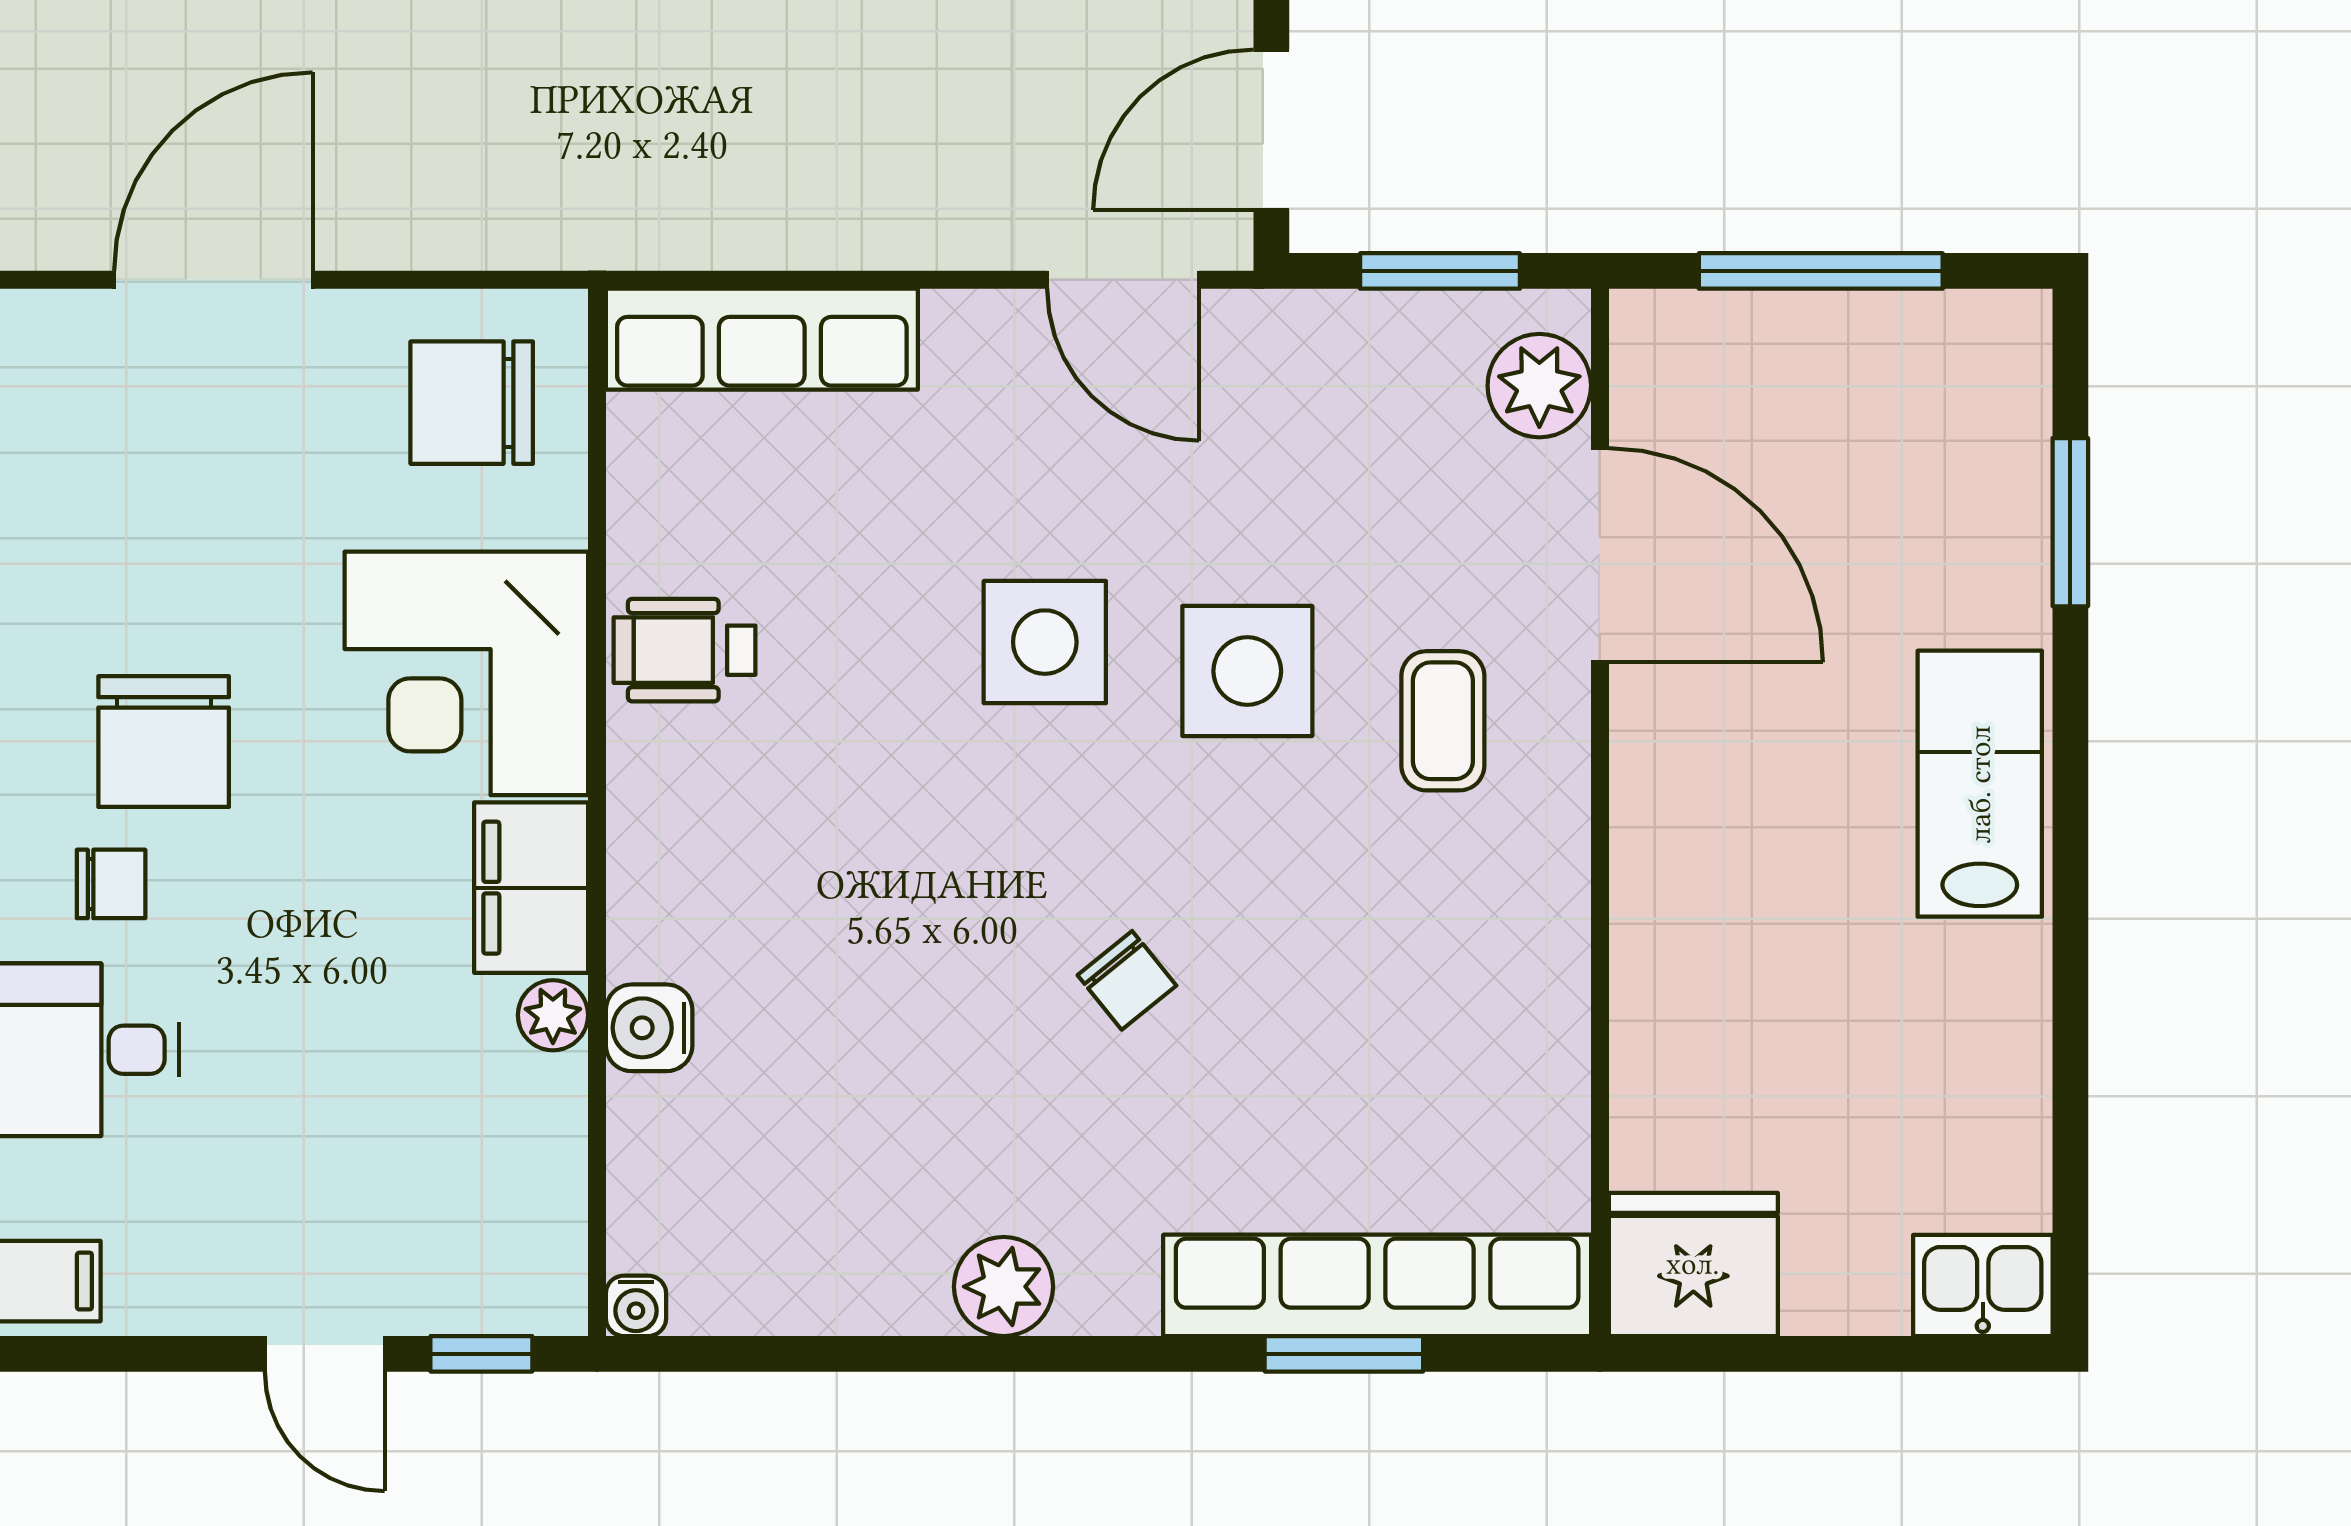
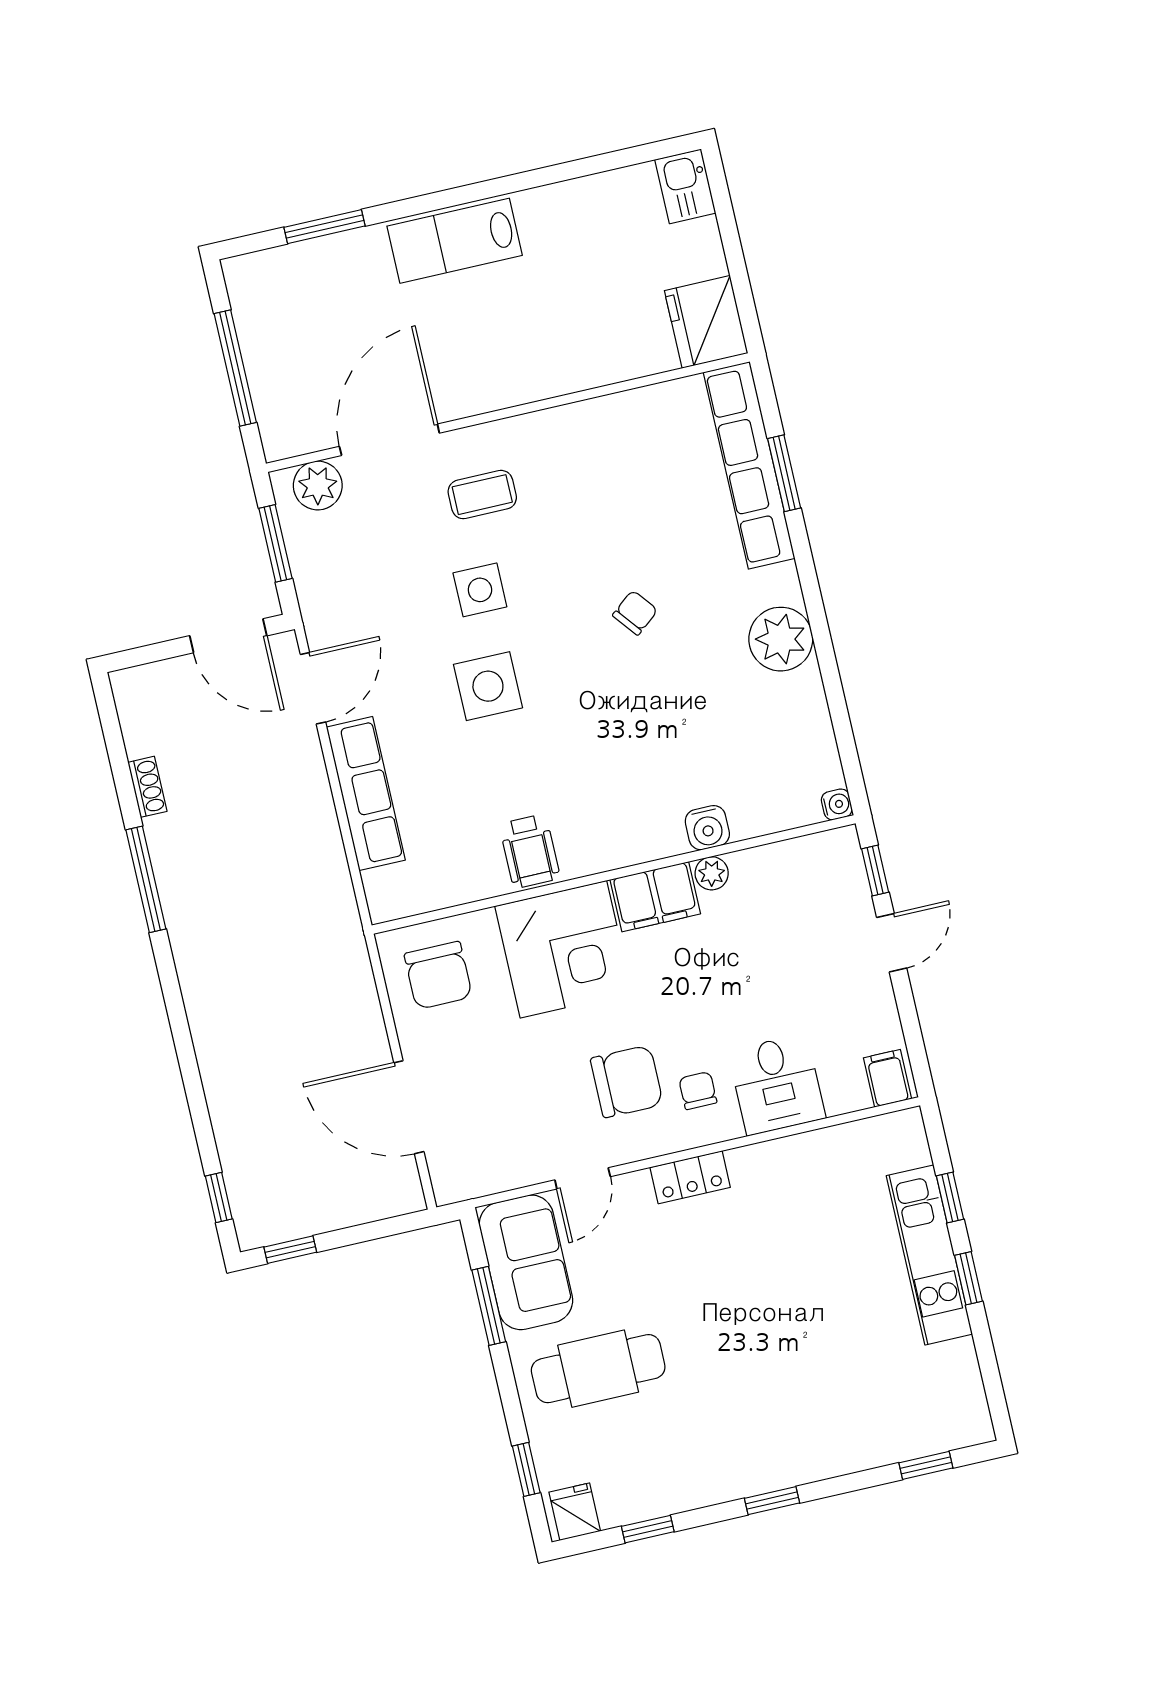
row of seats: (762, 339) -> (366, 794), moved
side table: (1247, 671) -> (480, 590), width x0.73, depth x0.73
plant: (1004, 1287) -> (781, 639), width x1.36, depth x1.36

